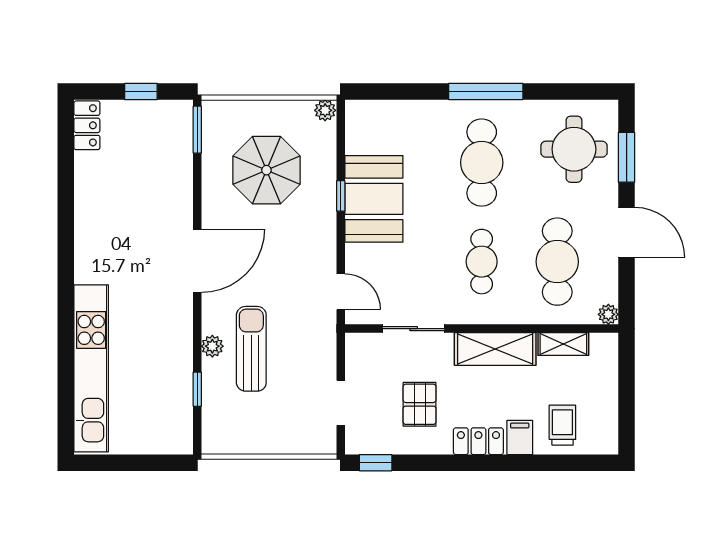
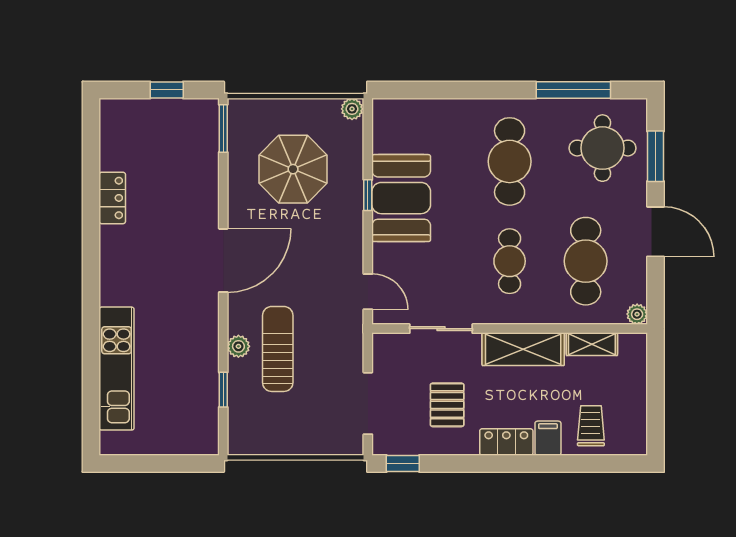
window: (486, 91) -> (573, 90), moved
locker: (87, 125) -> (112, 198), moved
kitchen unit: (91, 368) -> (117, 369), width x0.73
doorway: (341, 403) -> (368, 403), width x1.38

